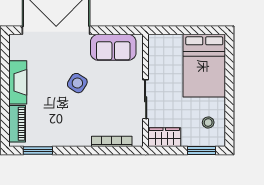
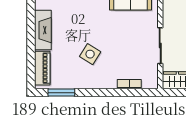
side table: (77, 83) -> (90, 54), moved
bookcase: (112, 141) -> (129, 84), width x0.64

